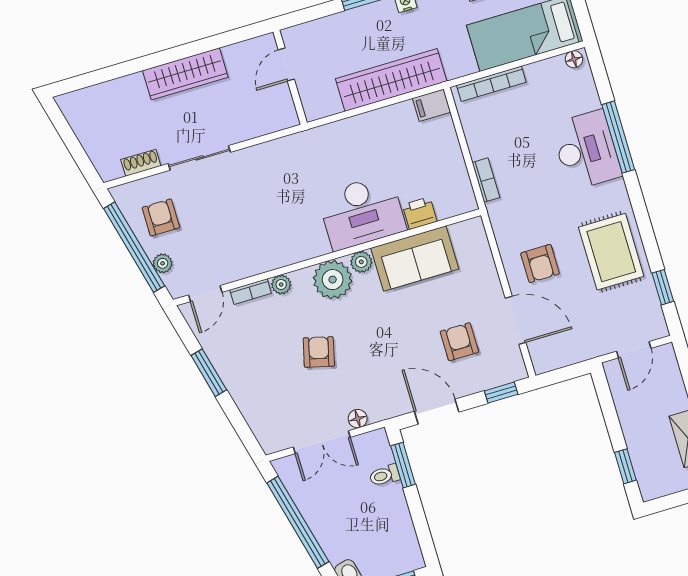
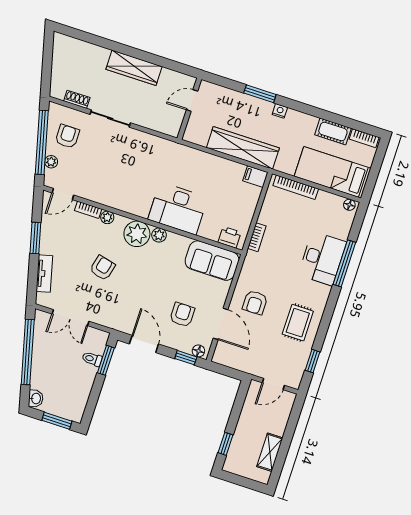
printer: (420, 213) -> (230, 237), moved
rug: (611, 252) -> (298, 323), width x0.73, depth x0.70
sofa: (415, 258) -> (212, 261), moved
tv unit: (251, 410) -> (44, 274), added
floor lamp: (358, 419) -> (198, 351), moved

